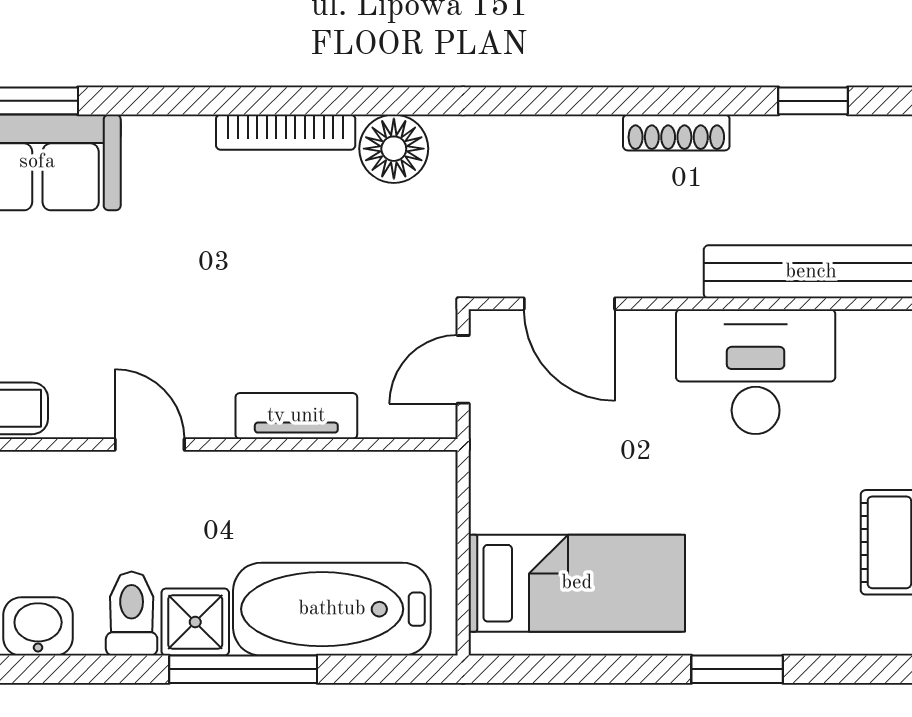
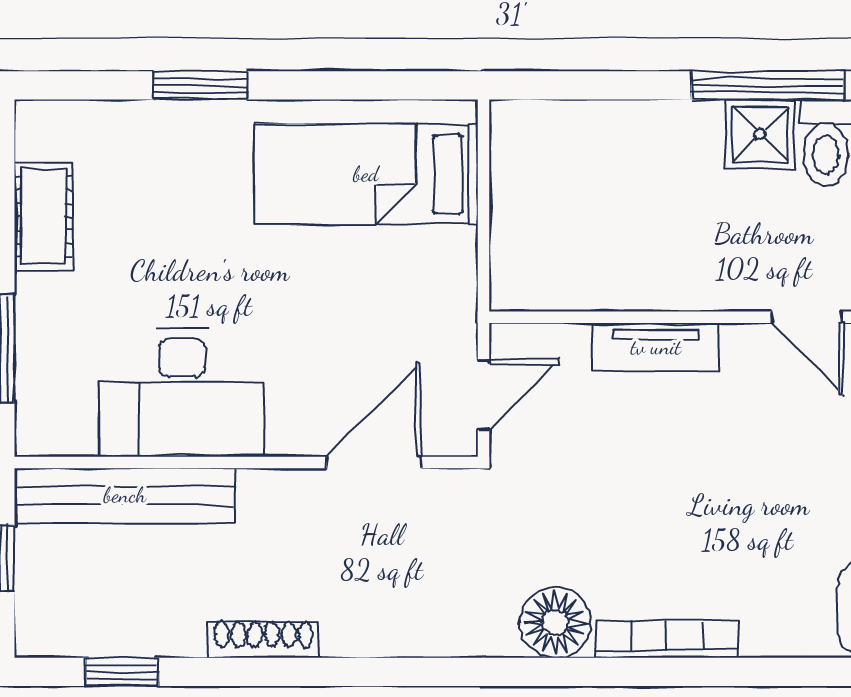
door: (569, 304) -> (374, 462), hinge flipped
bathtub: (332, 609) -> (619, 147), removed
window: (243, 669) -> (768, 85), moved

